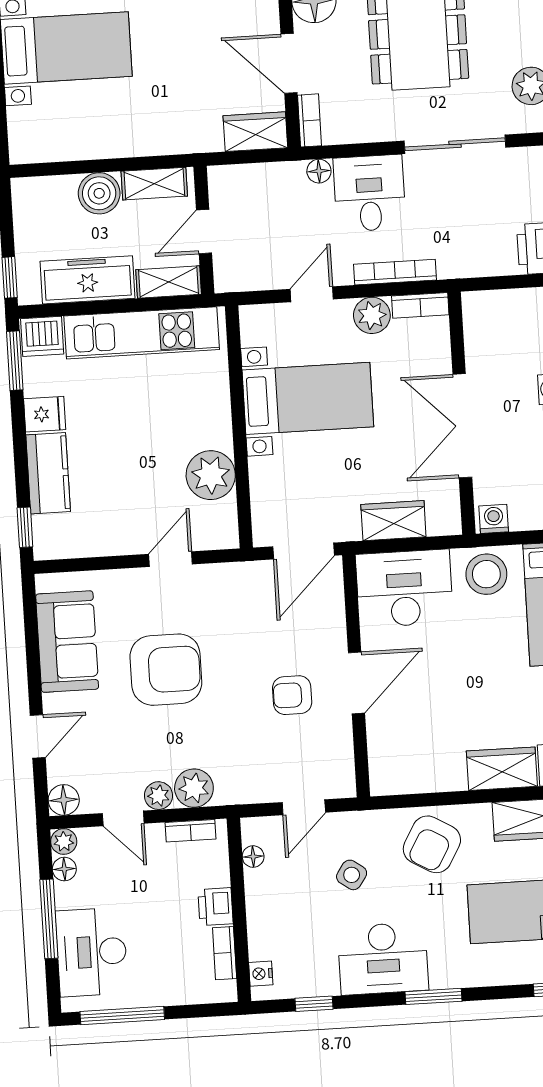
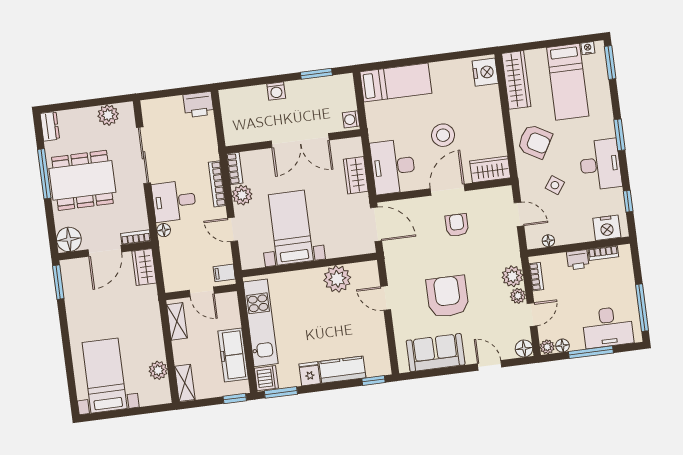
plant: (69, 144) -> (158, 370), added
boiler: (99, 193) -> (184, 352), removed
filing cabinet: (235, 274) -> (224, 273), added
shelving: (169, 282) -> (185, 383), moved
stool: (486, 574) -> (443, 135), moved
door: (356, 683) -> (448, 190), hinge flipped
armchair: (292, 695) -> (457, 225), turned 180
wardrobe: (502, 769) -> (490, 169), moved, turned 90
nightstand: (261, 974) -> (607, 228), width x1.89, depth x1.79

